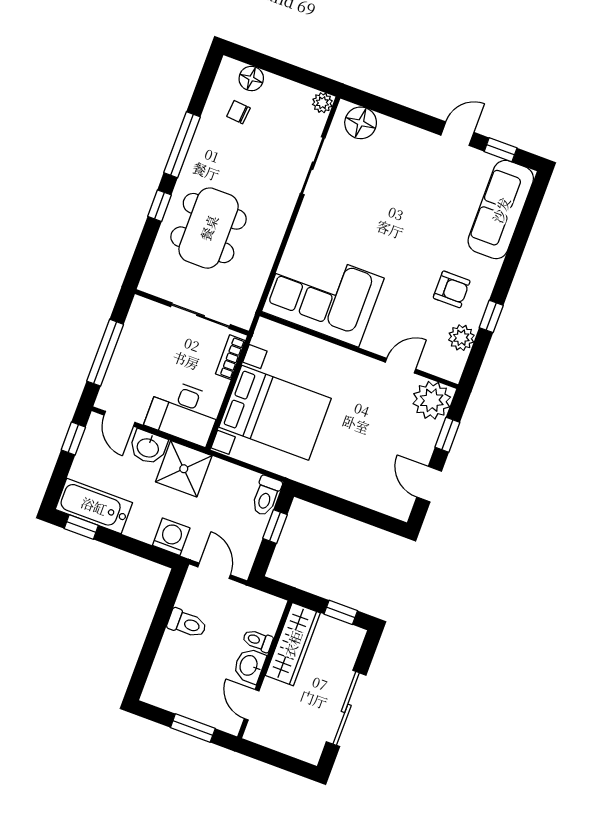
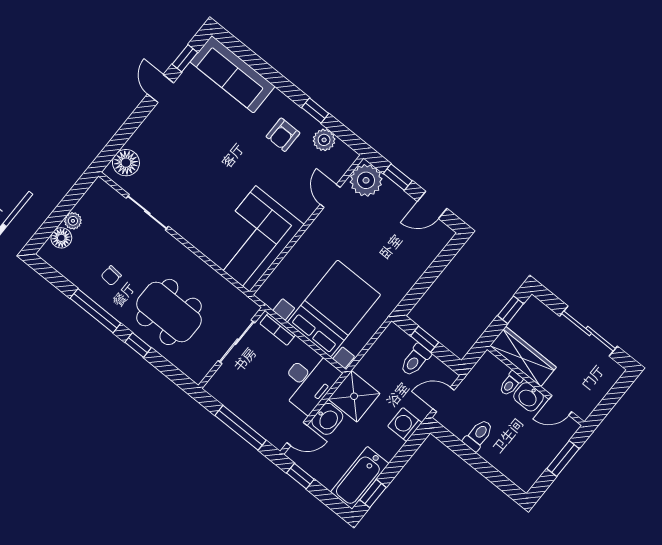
plant: (322, 103) -> (73, 221), moved
chair: (238, 112) -> (111, 276), moved
armchair: (452, 289) -> (283, 135), turned 180
toilet: (266, 496) -> (415, 360), moved, turned 90

